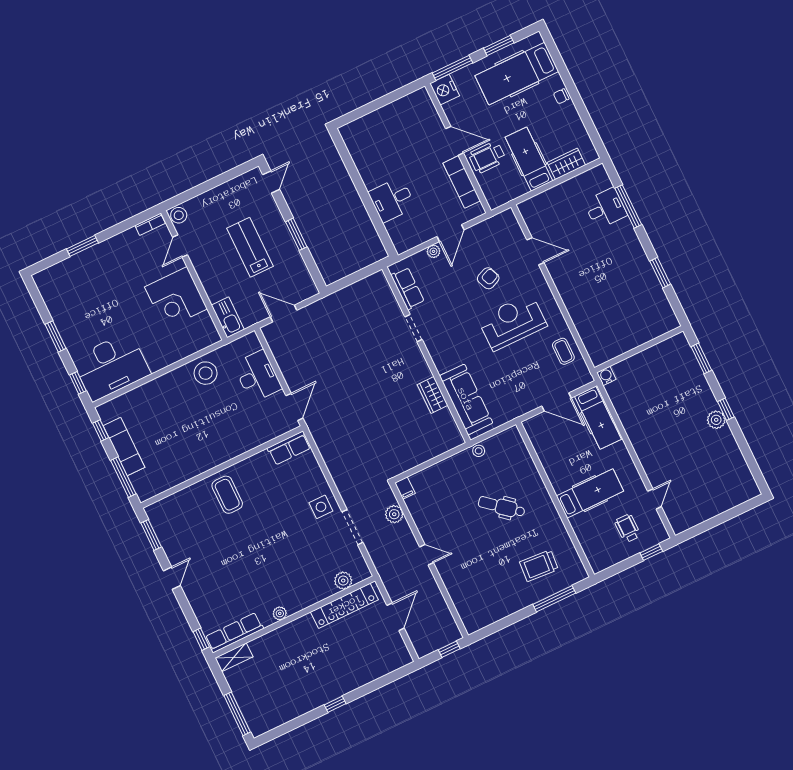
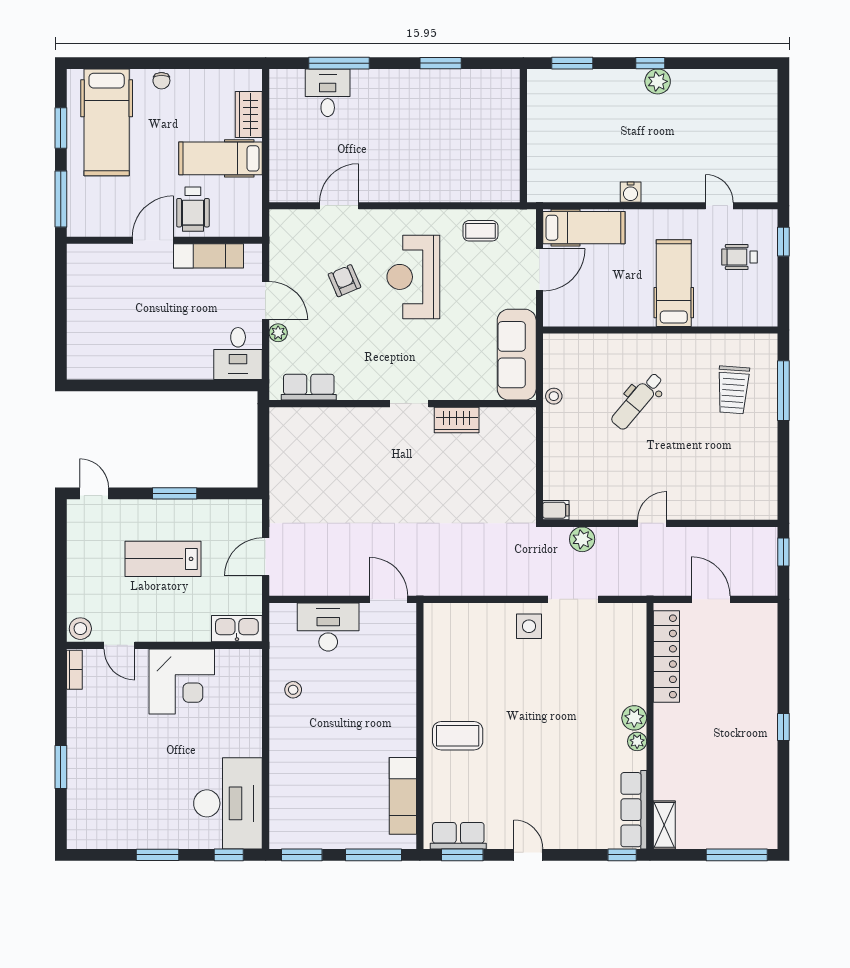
nightstand: (445, 90) -> (83, 222), removed
desk: (392, 200) -> (238, 353), moved
doorway: (413, 328) -> (409, 404), moved
stool: (206, 373) -> (293, 690), width x0.53, depth x0.53
water cooler: (606, 376) -> (631, 192), moved, turned -90
sofa: (466, 399) -> (517, 355), moved, turned -90
window: (101, 430) -> (302, 855), width x1.50
exam couch: (124, 447) -> (403, 796), moved, turned -90
row of seats: (289, 448) -> (458, 836), moved, turned -90
plant: (343, 581) -> (634, 718), moved

